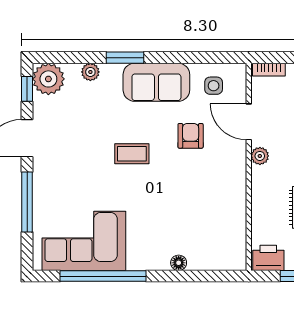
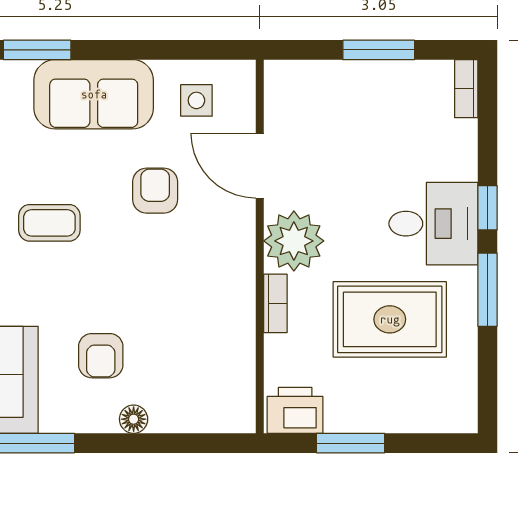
bookcase: (269, 70) -> (275, 303), moved, turned -90
plant: (260, 156) -> (294, 241), width x1.87, depth x1.87
armchair: (160, 228) -> (101, 356), added

